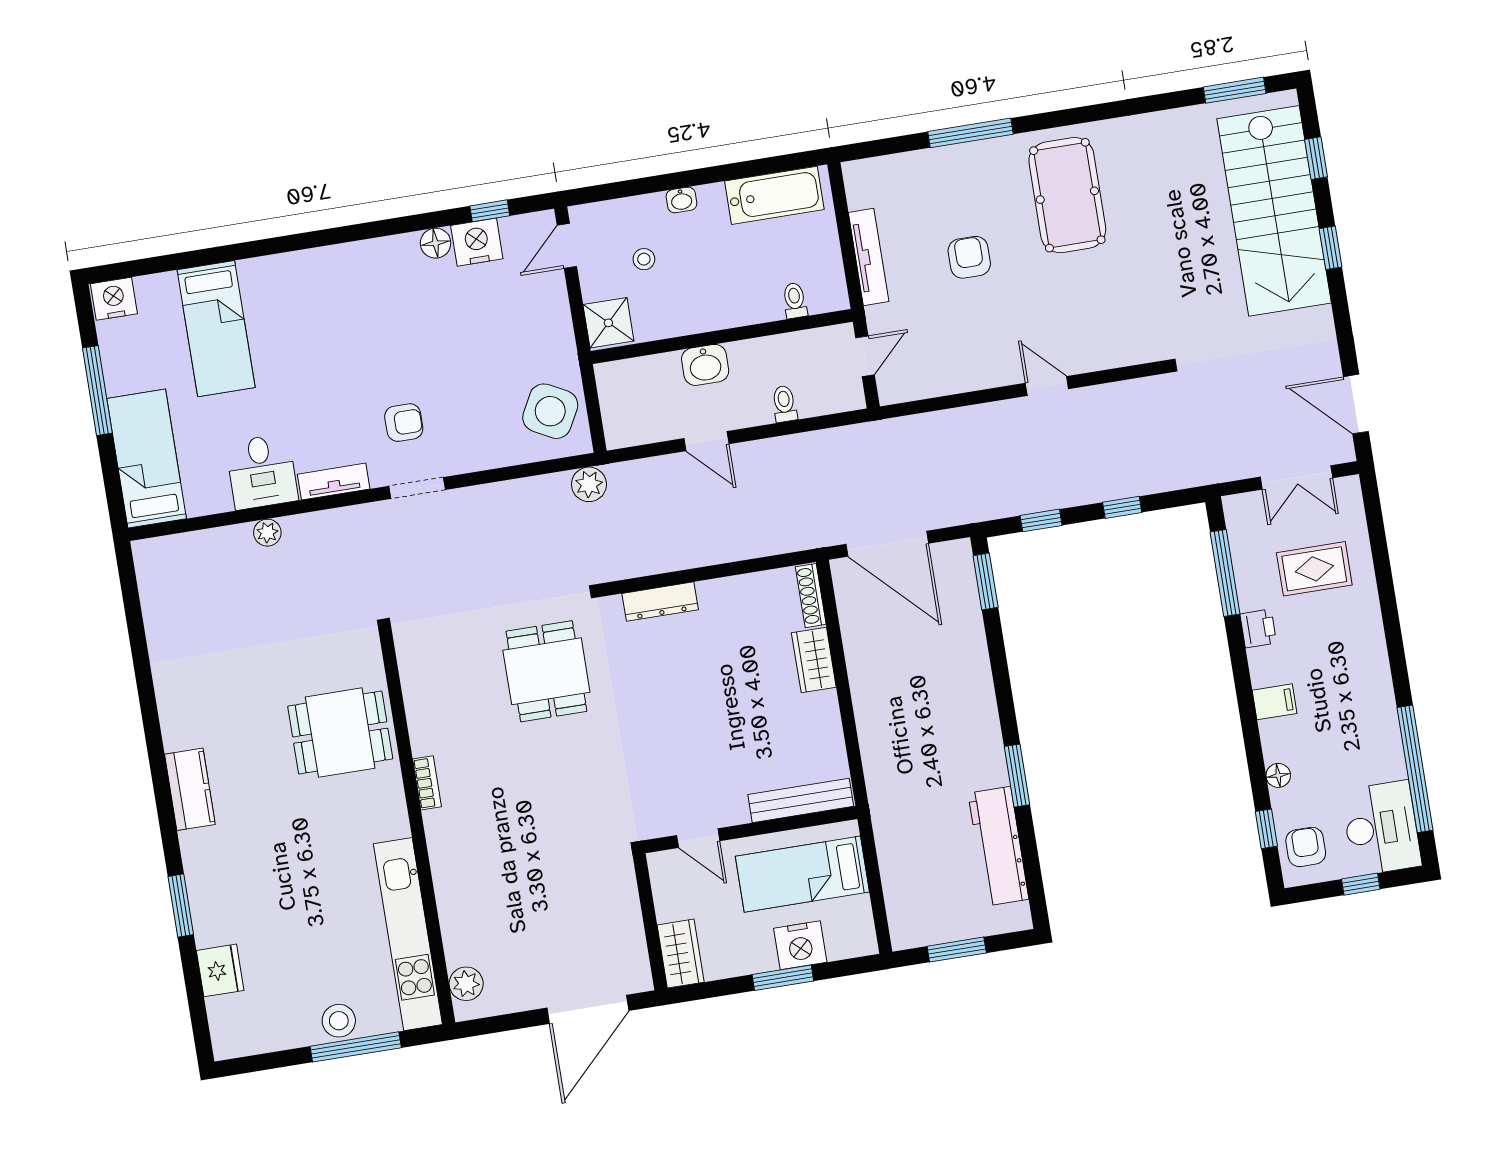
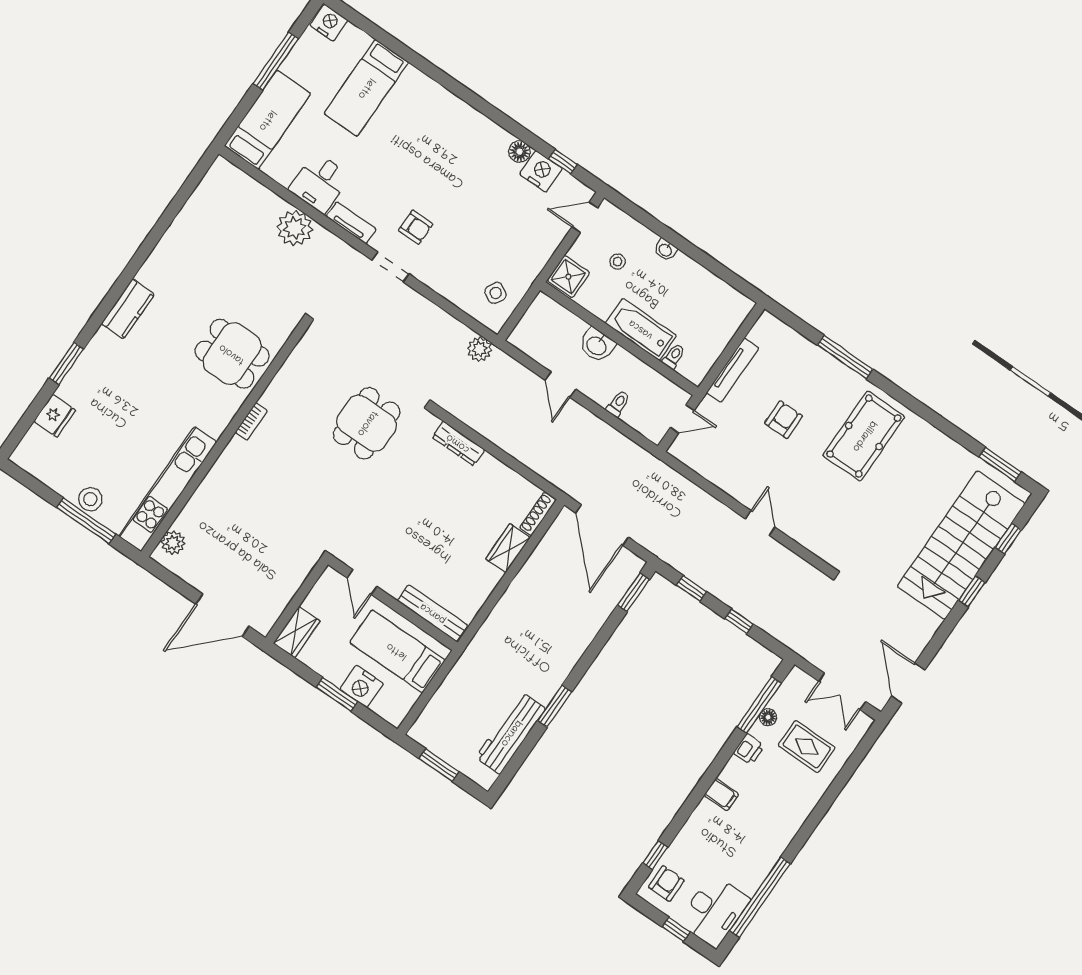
bathtub: (774, 195) -> (641, 329), moved, turned 180
side table: (550, 411) -> (496, 293), width x0.54, depth x0.54
plant: (267, 533) -> (295, 228), width x1.87, depth x1.87
floor lamp: (1278, 775) -> (768, 717), moved

